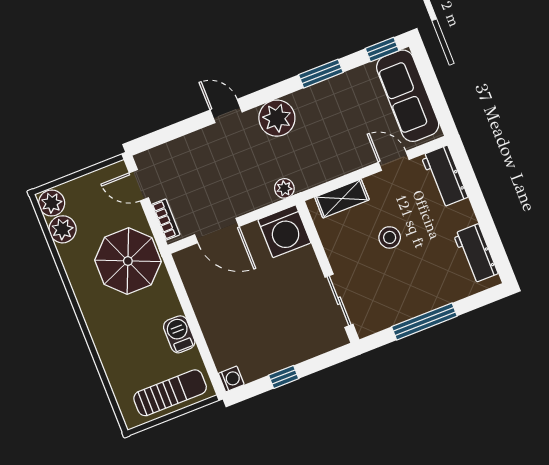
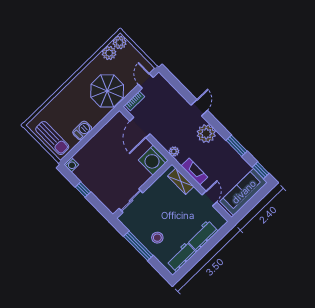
fireplace: (335, 167) -> (194, 172), added
workbench: (444, 176) -> (202, 236), moved
stool: (390, 237) -> (157, 238), moved

